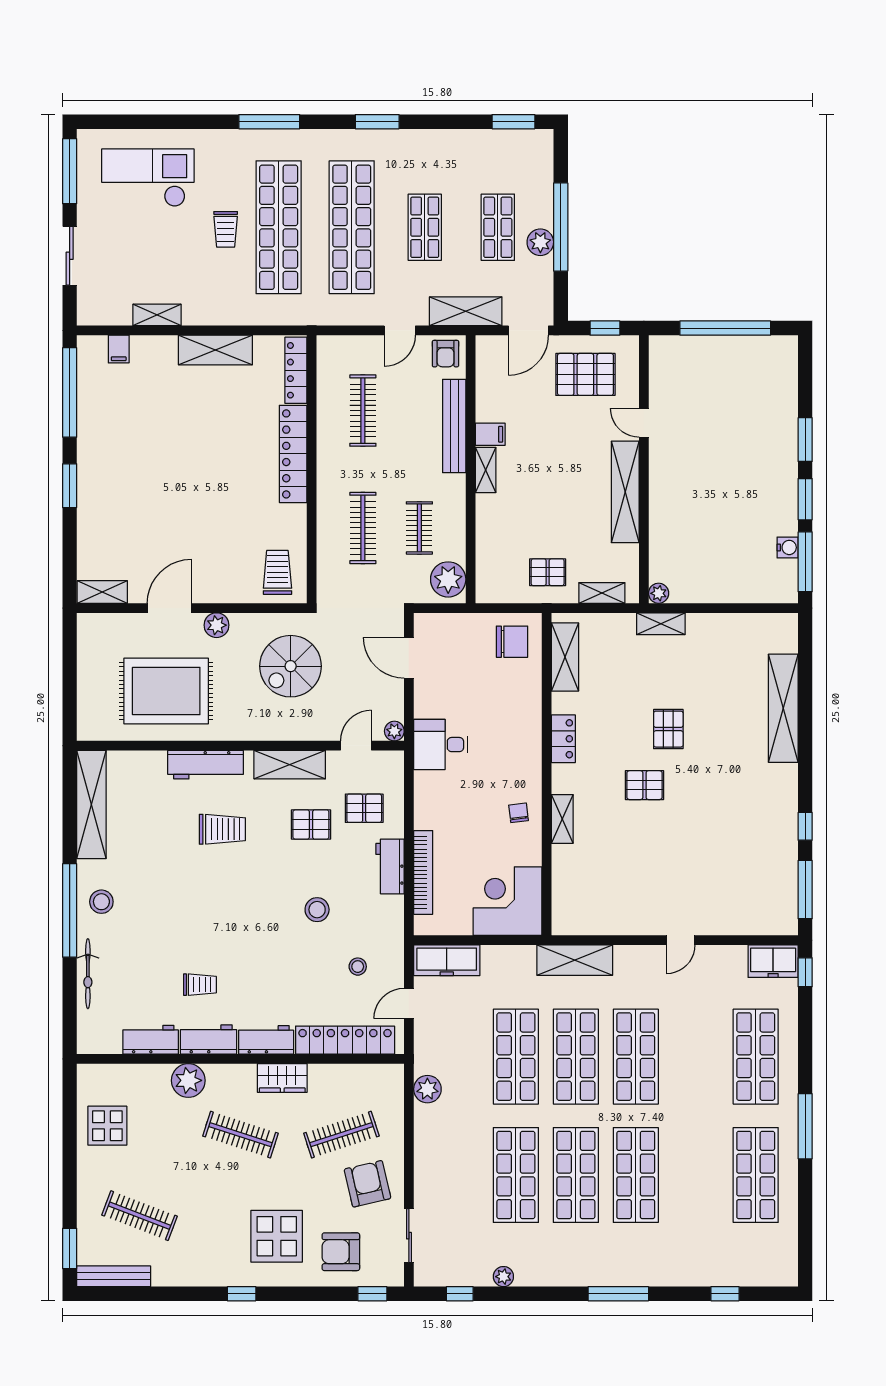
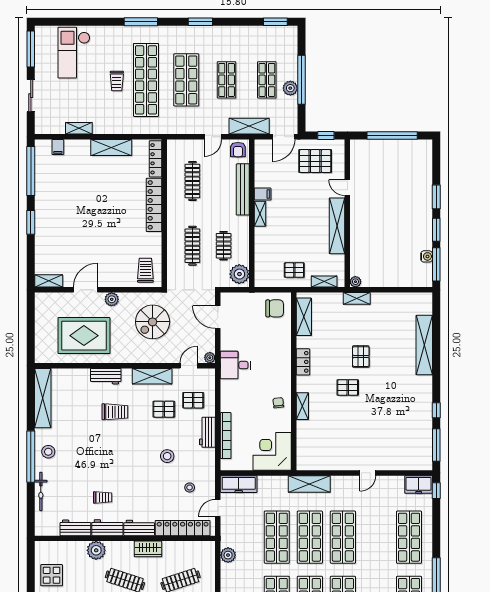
checkout: (148, 178) -> (74, 53), turned -90
shop shelf: (352, 227) -> (186, 80), width x0.71
workbench: (206, 765) -> (106, 376), width x0.73

